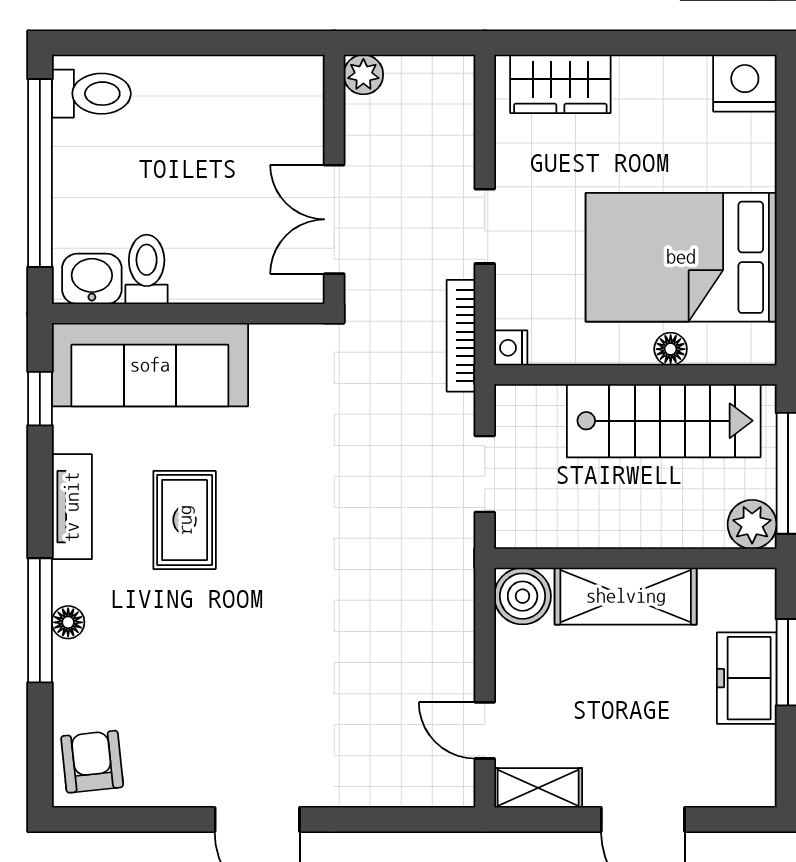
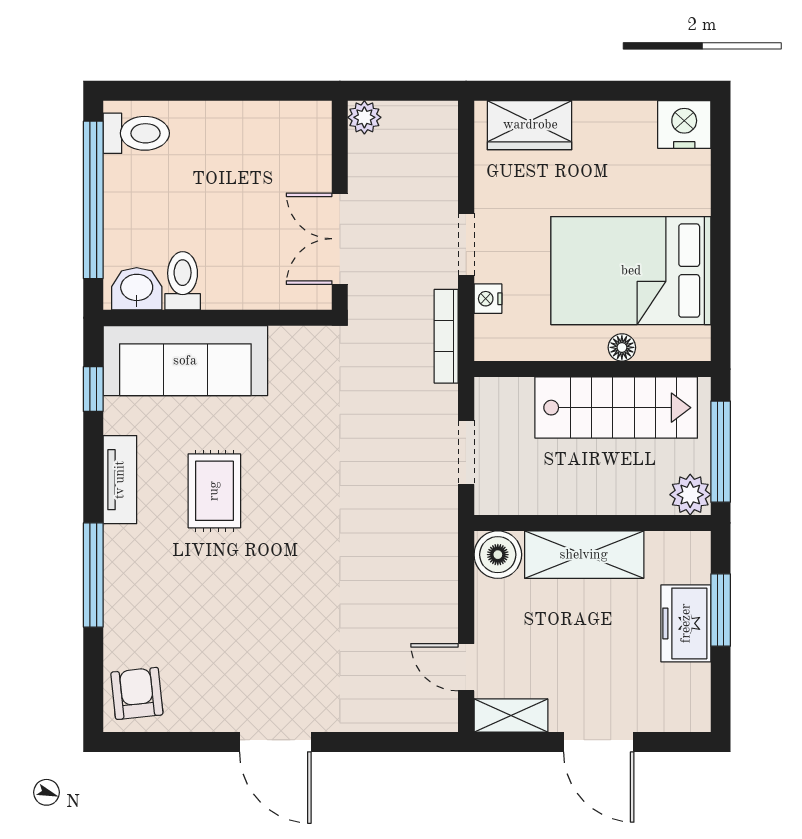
nightstand: (511, 348) -> (488, 299), moved
floor lamp: (68, 622) -> (117, 577), removed

